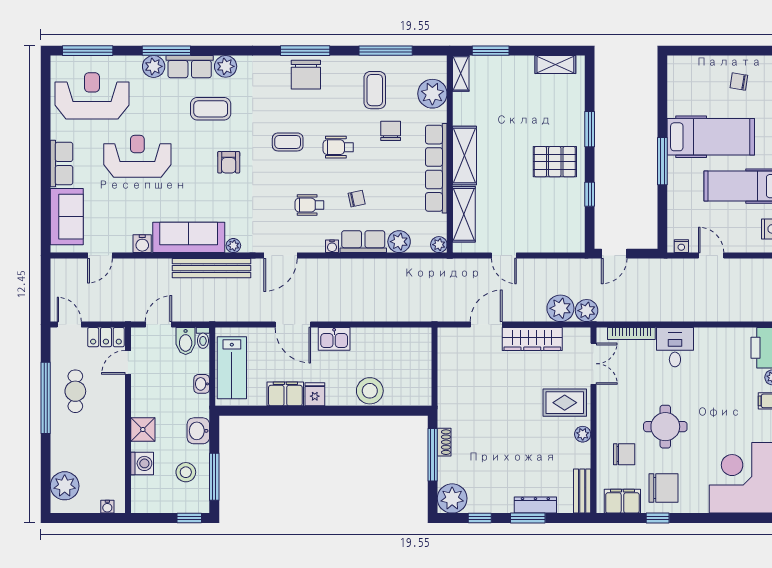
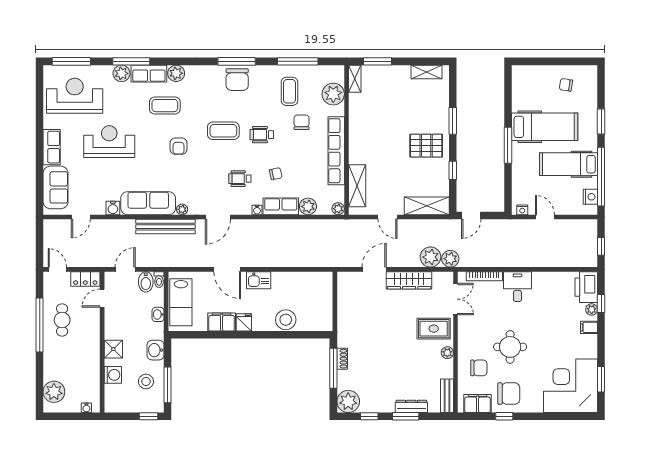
coffee table: (288, 142) -> (223, 131), width x1.36, depth x1.30
shelving: (464, 155) -> (427, 206), moved, turned 90

